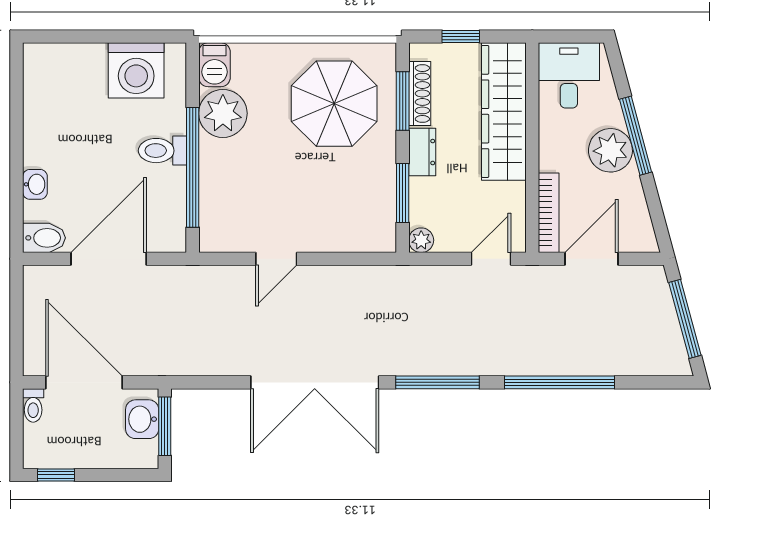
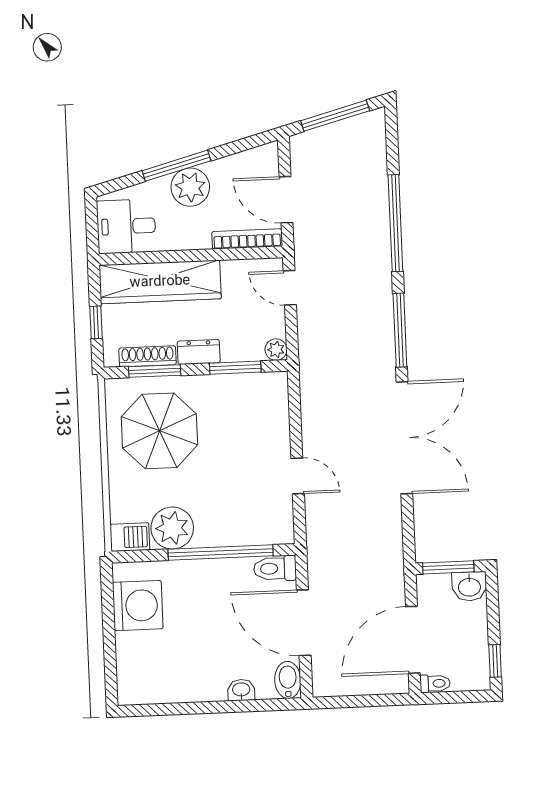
toilet: (162, 151) -> (275, 568), moved, turned 90
washbasin: (142, 419) -> (469, 586), moved

